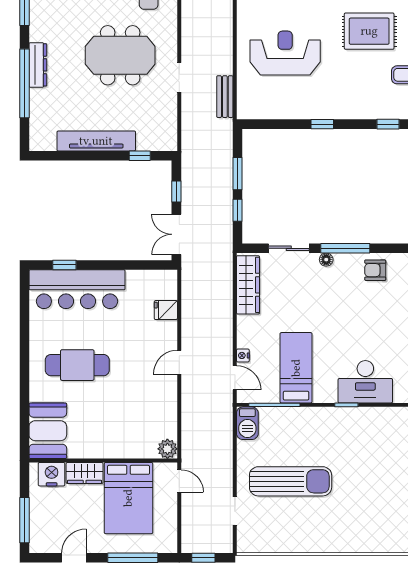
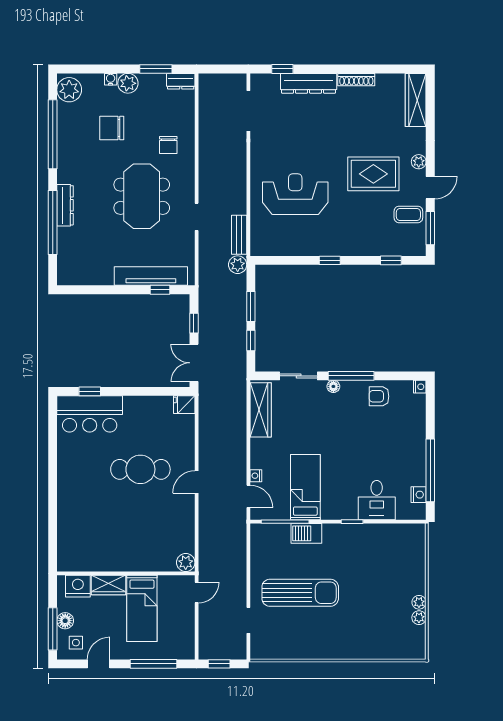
meeting table: (120, 55) -> (142, 196), turned 90
plant: (223, 129) -> (238, 265), added
tv unit: (96, 141) -> (151, 276), moved
bar counter: (77, 289) -> (90, 414), width x0.73
fridge: (166, 310) -> (184, 405), moved
cafe table: (77, 365) -> (140, 469), moved
desk: (365, 382) -> (377, 500), width x0.73
barbecue: (247, 423) -> (306, 533), moved, turned 90
booth: (48, 431) -> (74, 546), removed
door: (179, 481) -> (197, 592), hinge flipped
bed: (128, 498) -> (142, 608), width x0.67
floor lamp: (38, 511) -> (65, 621), added
side table: (49, 535) -> (76, 643), added

